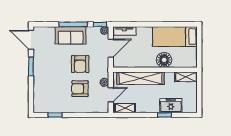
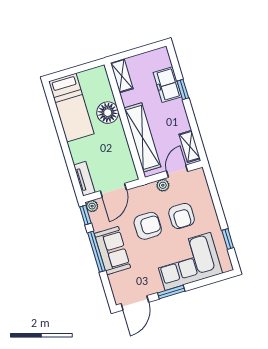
door: (111, 48) -> (113, 190), swing flipped
corner sofa: (48, 84) -> (188, 261), added
door: (111, 95) -> (177, 171), hinge flipped

